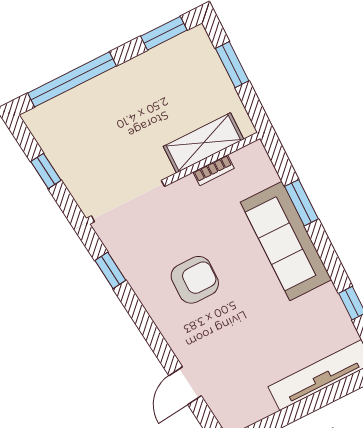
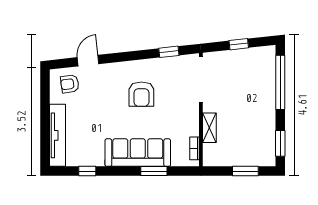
shelving: (203, 143) -> (209, 128), width x0.67, depth x0.75
bookcase: (214, 170) -> (194, 148), moved
door: (185, 386) -> (88, 61), hinge flipped
armchair: (234, 396) -> (70, 84), added

